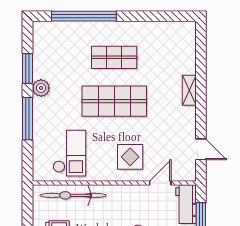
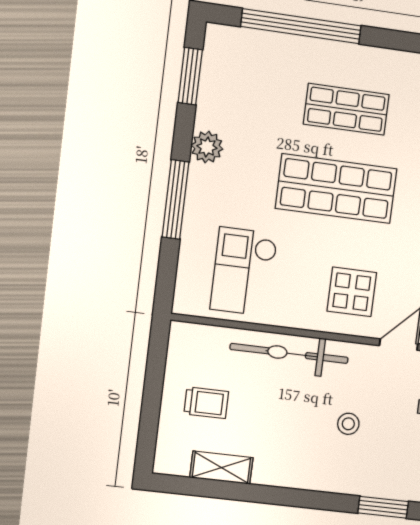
window: (27, 68) -> (190, 76), moved
checkout: (69, 153) -> (244, 272), turned 180
bicycle: (73, 195) -> (289, 353), moved

